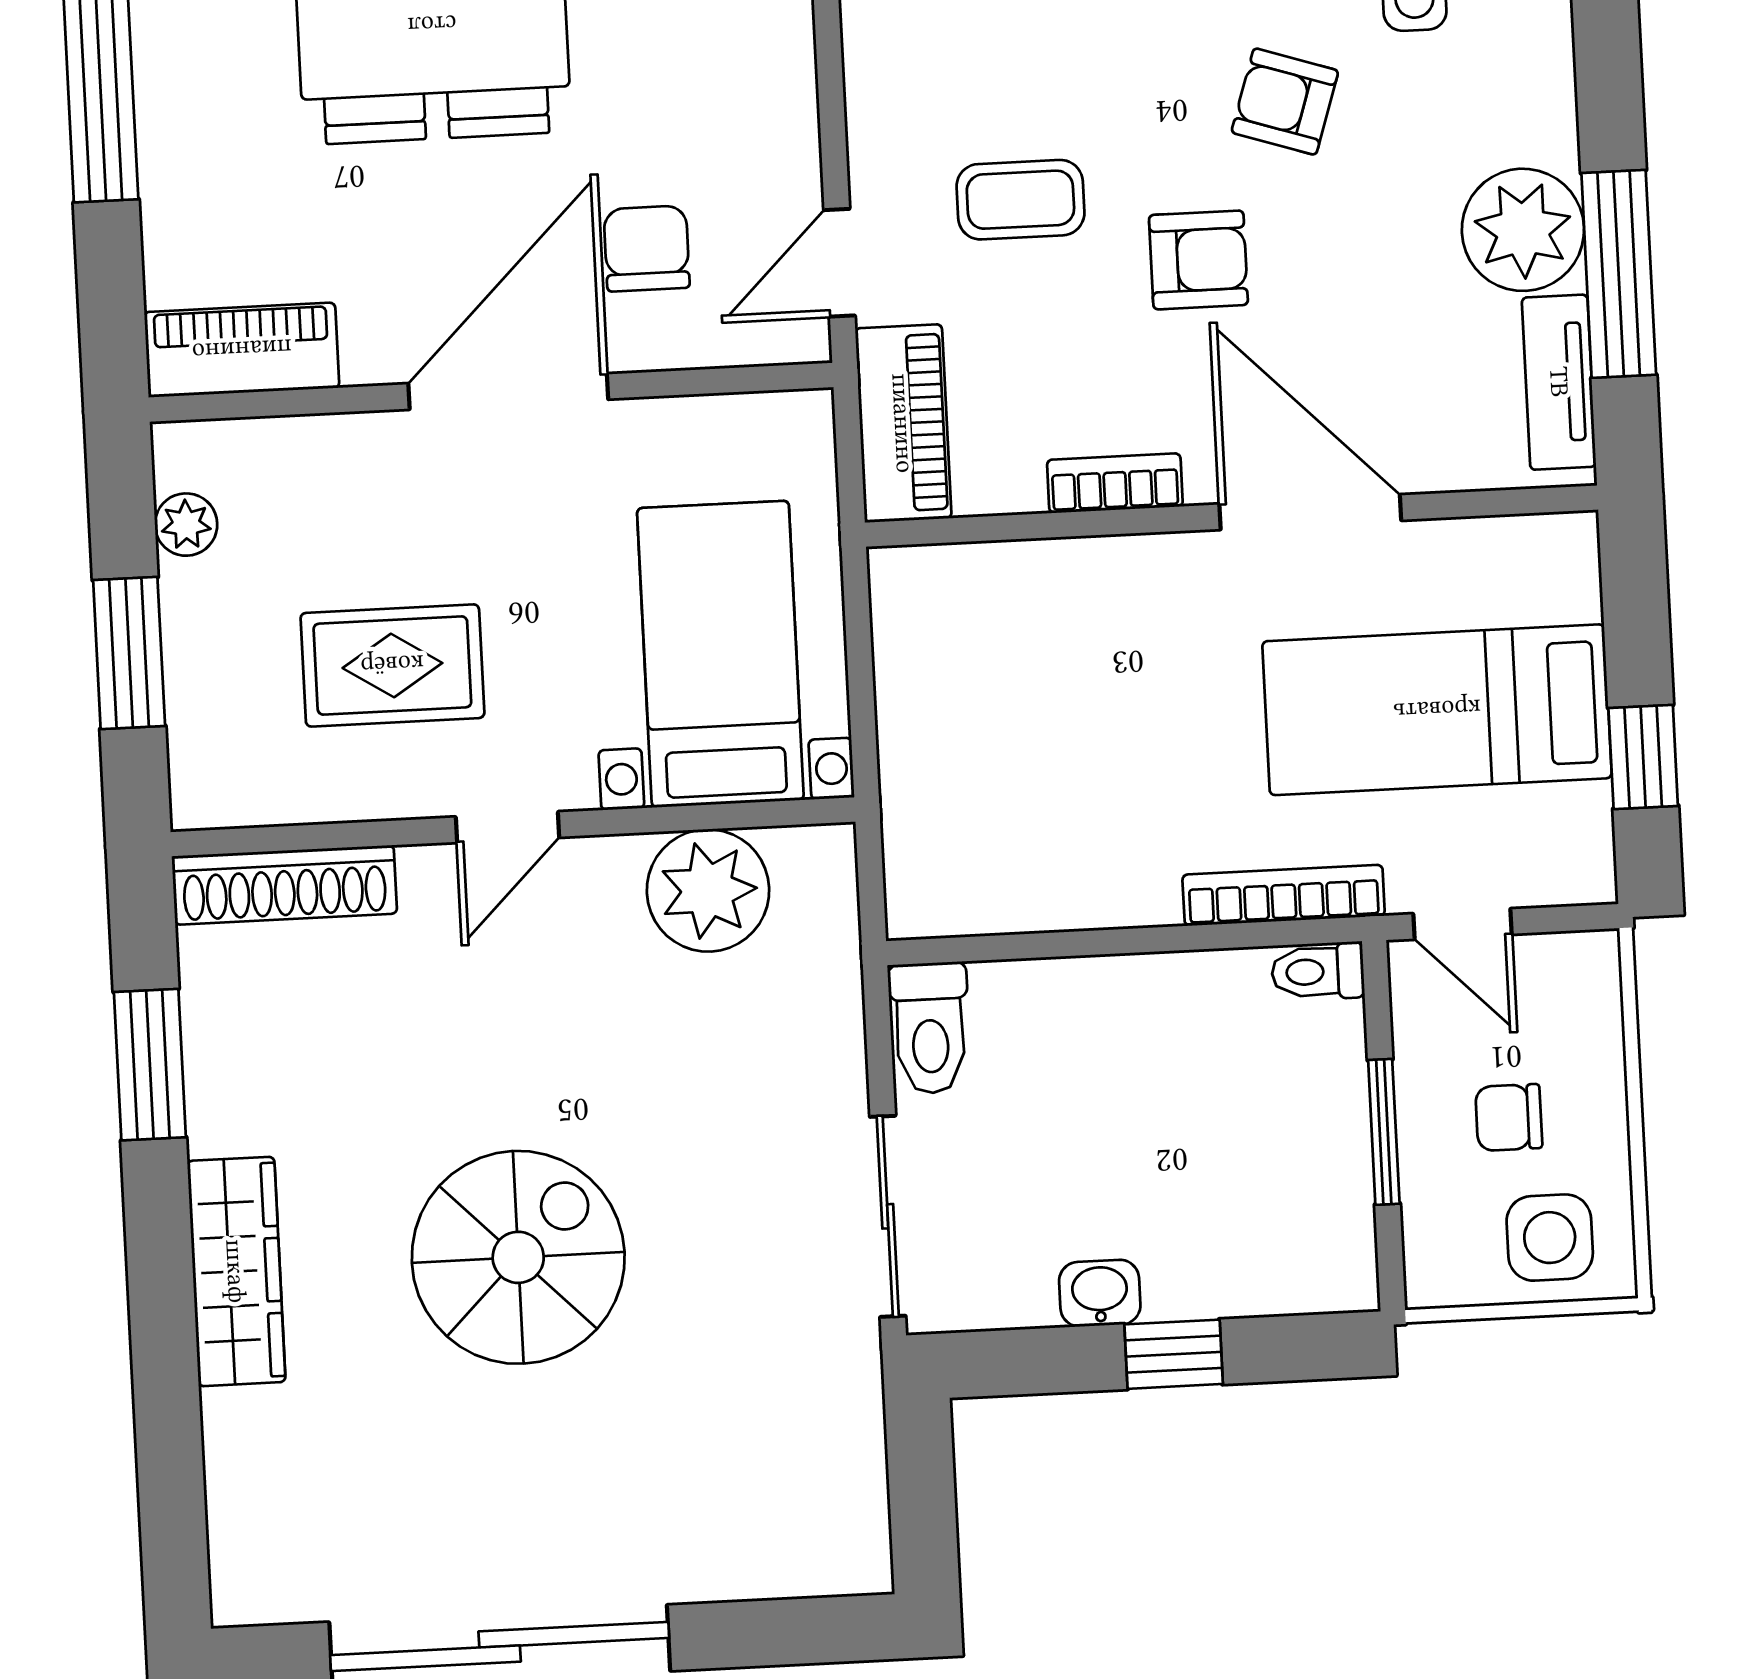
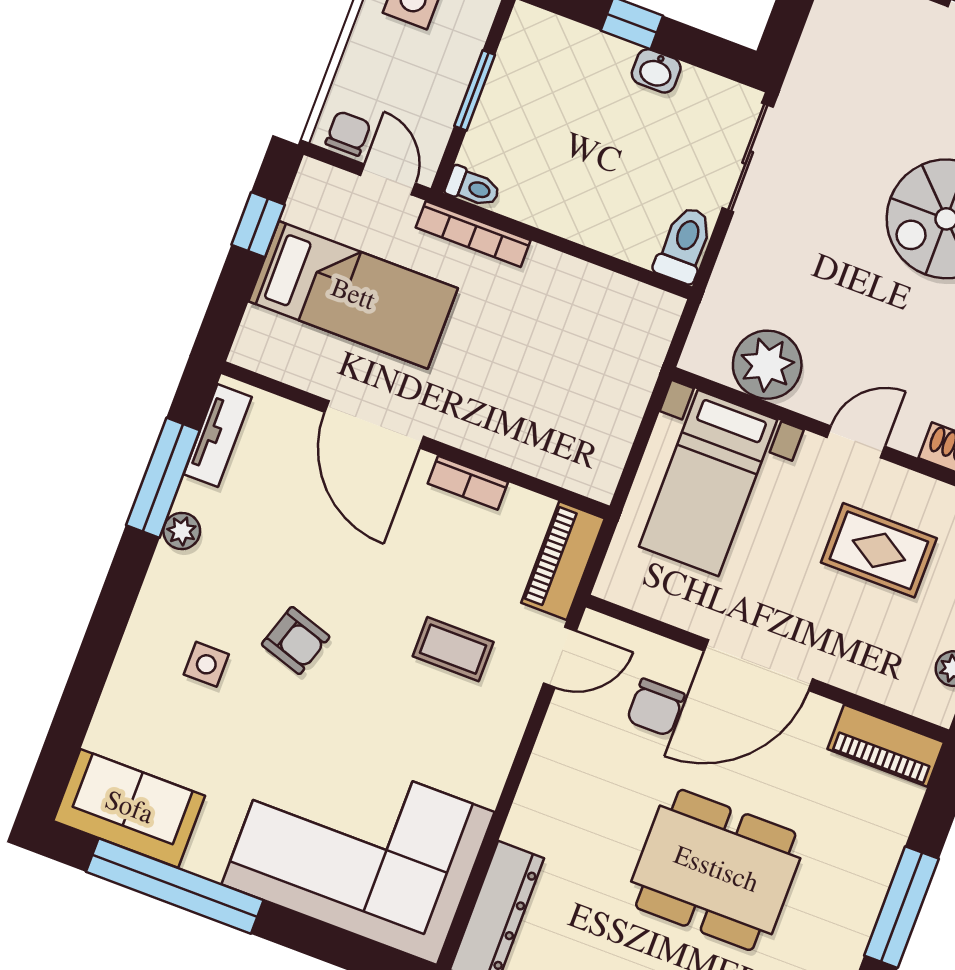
plant: (1523, 230) -> (182, 531), width x0.53, depth x0.53
armchair: (1198, 260) -> (375, 579), removed
chair: (1509, 1118) -> (348, 133), moved, turned -90

